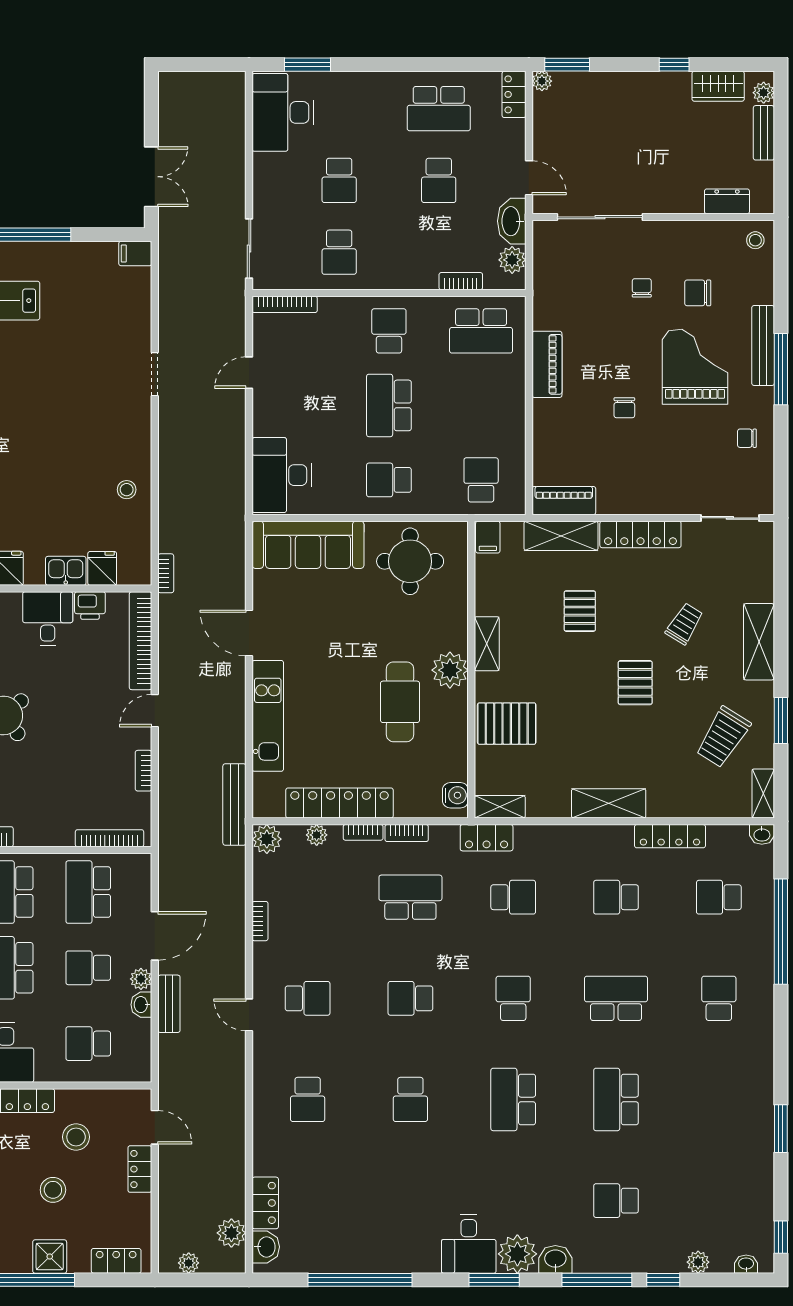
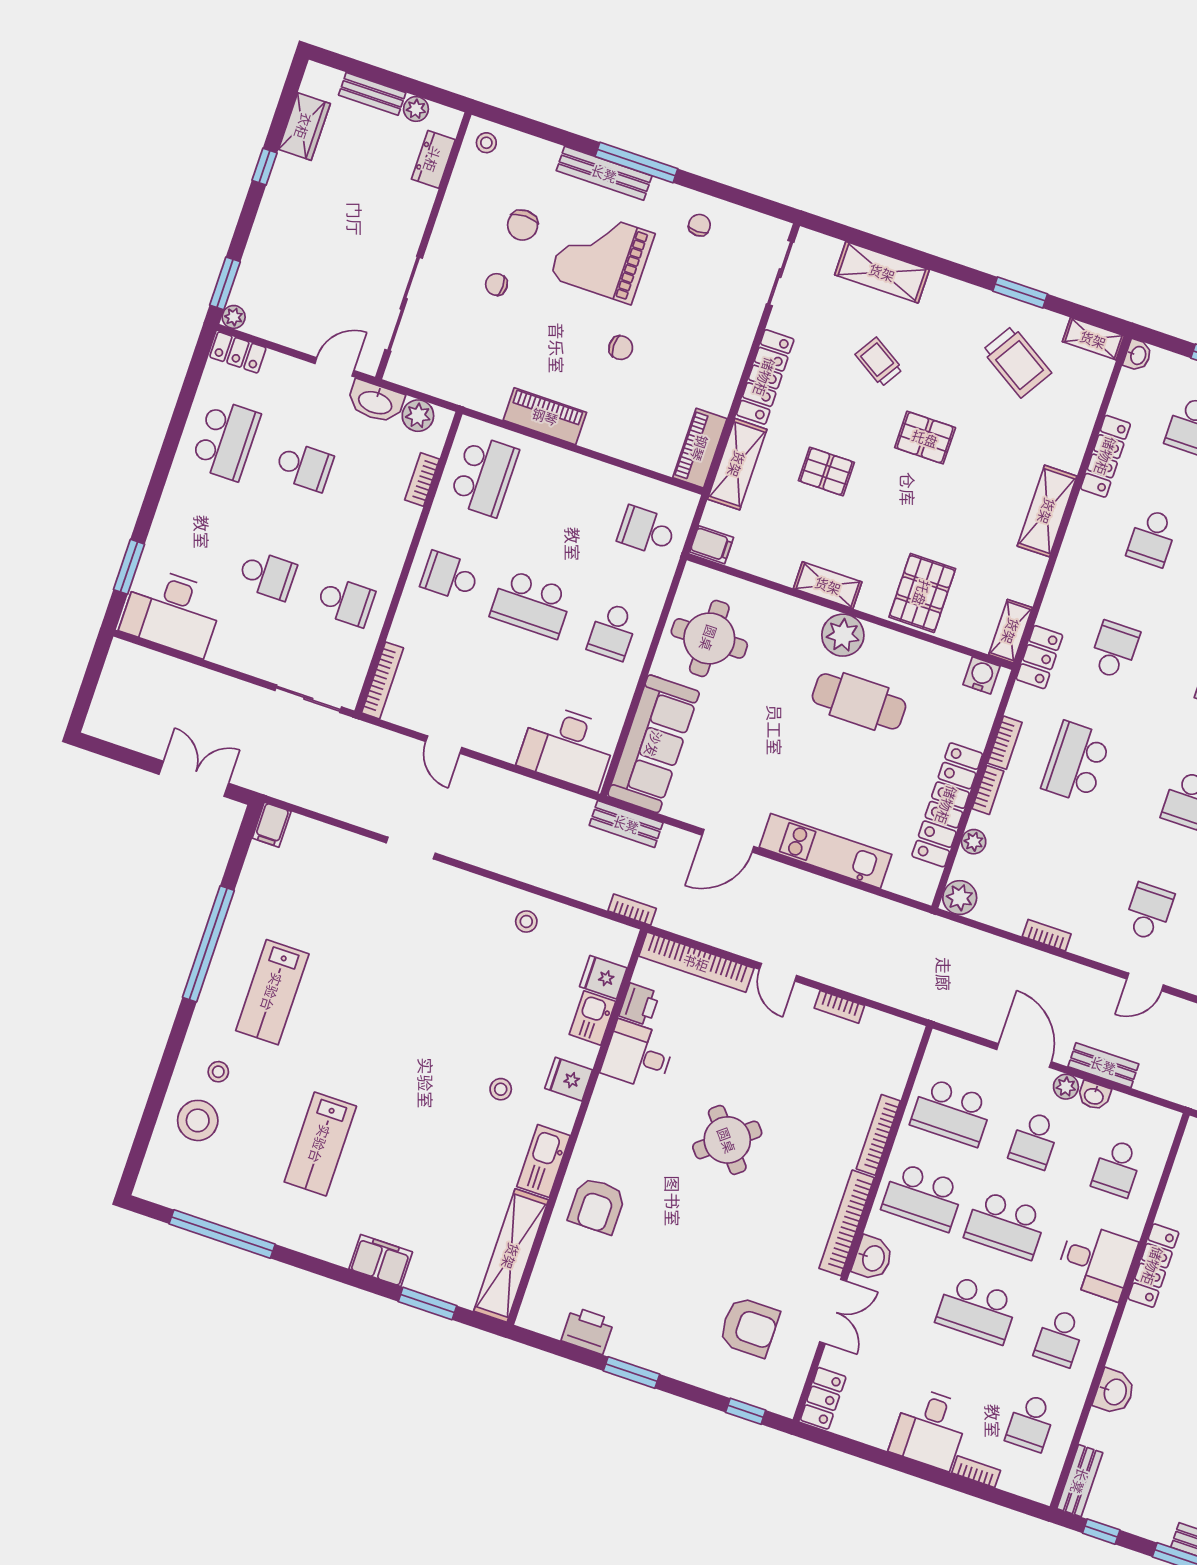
plant: (764, 93) -> (416, 109), moved
chair: (747, 438) -> (699, 225), turned 180
shelving: (759, 642) -> (882, 272), moved
bench: (234, 805) -> (626, 824), moved, width x0.73
bookcase: (110, 838) -> (878, 1135), moved

